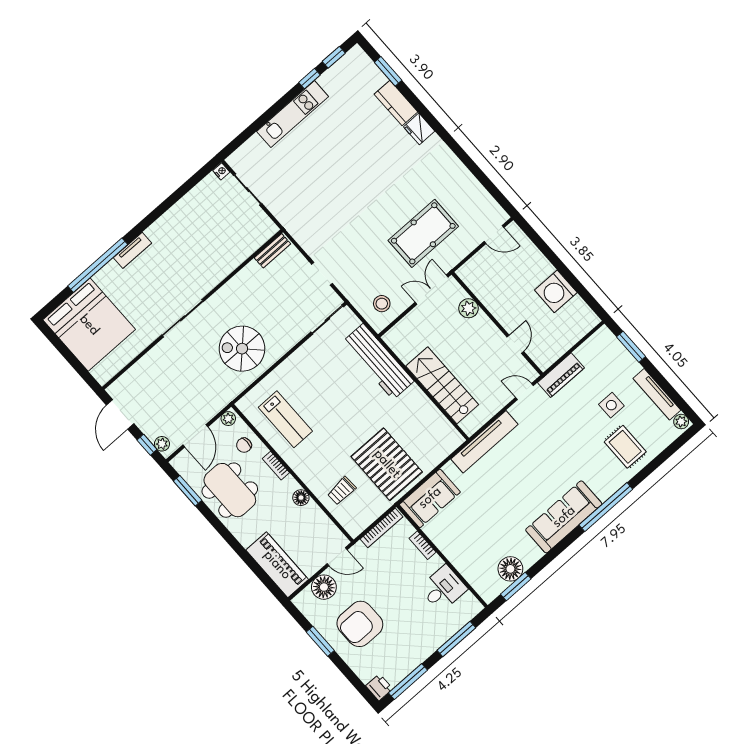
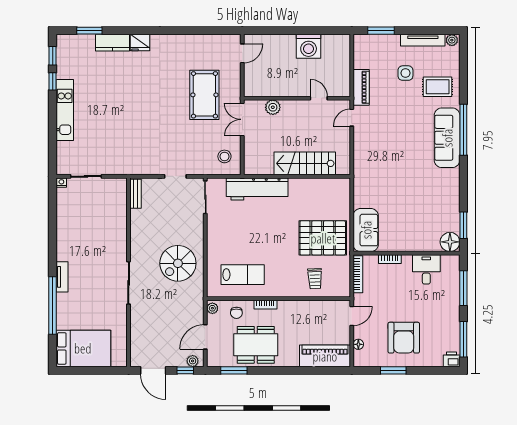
bed: (89, 325) -> (83, 348), width x0.73
door: (195, 436) -> (205, 337), swing flipped
tv unit: (484, 442) -> (361, 168), removed
floor lamp: (301, 498) -> (298, 306), removed
sofa: (564, 517) -> (447, 138), moved
floor lamp: (510, 569) -> (450, 242), moved
floor lamp: (324, 587) -> (358, 344), width x0.53, depth x0.53

